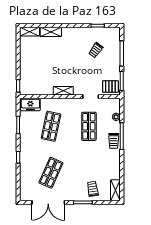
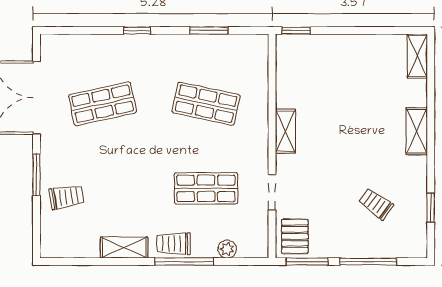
shelving: (51, 32) -> (417, 131), moved
freezer: (30, 105) -> (255, 58), removed
shop shelf: (51, 173) -> (103, 104), turned -36
shelving: (115, 190) -> (124, 248), moved

